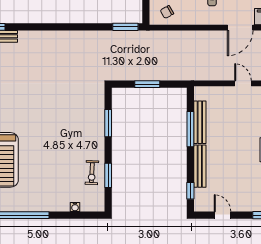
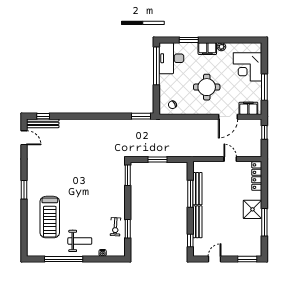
window: (108, 123) -> (128, 175), moved
weight bench: (45, 191) -> (80, 241), added
door: (222, 215) -> (215, 259), hinge flipped

